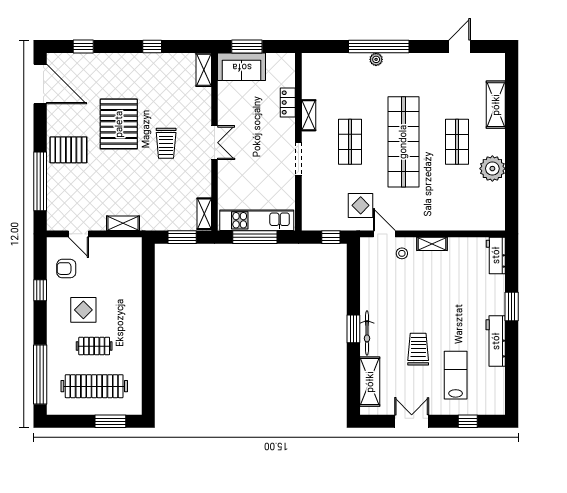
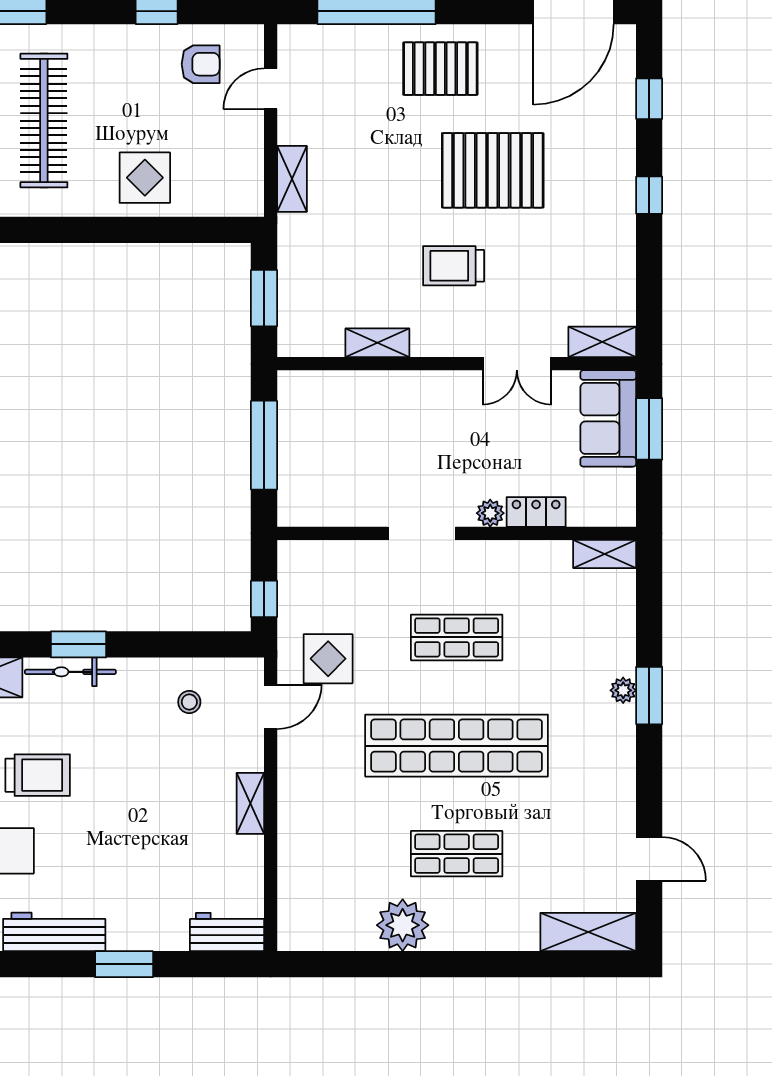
window: (152, 47) -> (649, 195), moved
window: (379, 47) -> (649, 696), width x0.47
shelving: (496, 105) -> (588, 932), moved
shelving: (309, 115) -> (605, 554), moved
plant: (288, 125) -> (490, 513), added
double door: (214, 143) -> (517, 364), moved
pallet: (68, 150) -> (440, 69), turned 90
shelving: (204, 214) -> (377, 343), moved
kitchen unit: (257, 220) -> (298, 449), removed
stool: (402, 253) -> (189, 702), moved
armchair: (66, 269) -> (201, 64), turned 90
display table: (83, 310) -> (145, 178), moved
clothes rail: (94, 346) -> (44, 121), width x1.86, depth x1.31

